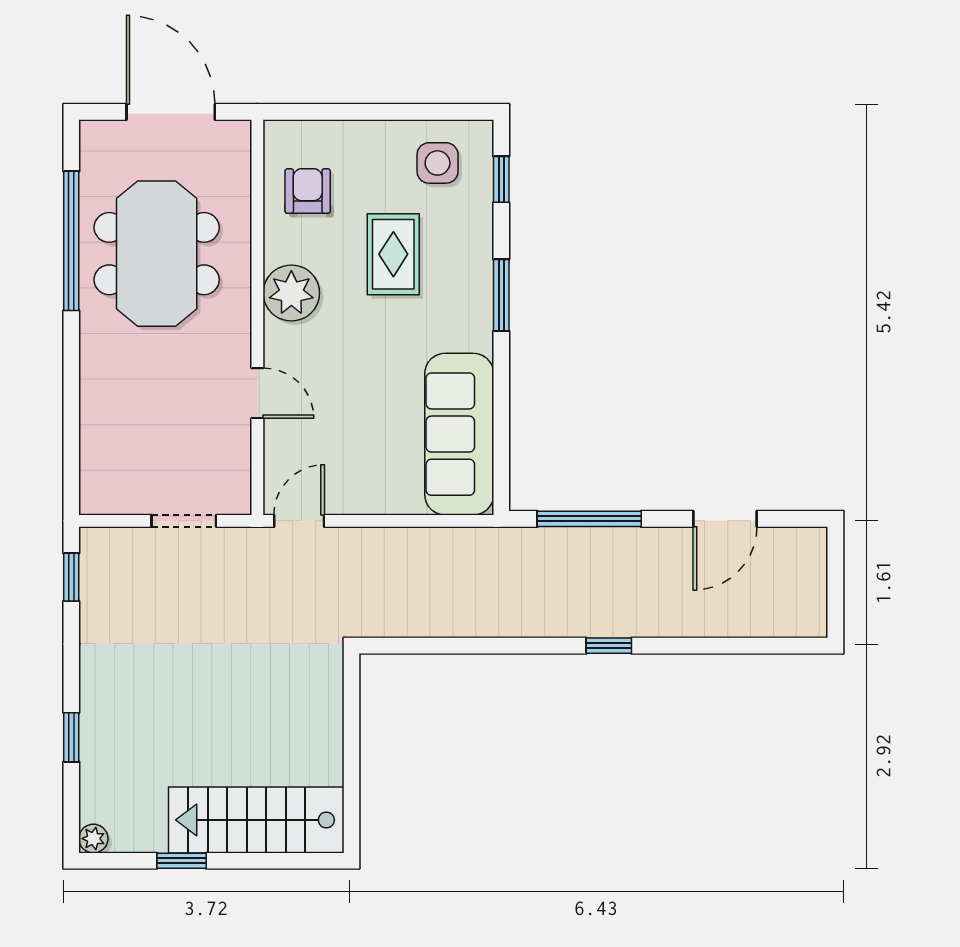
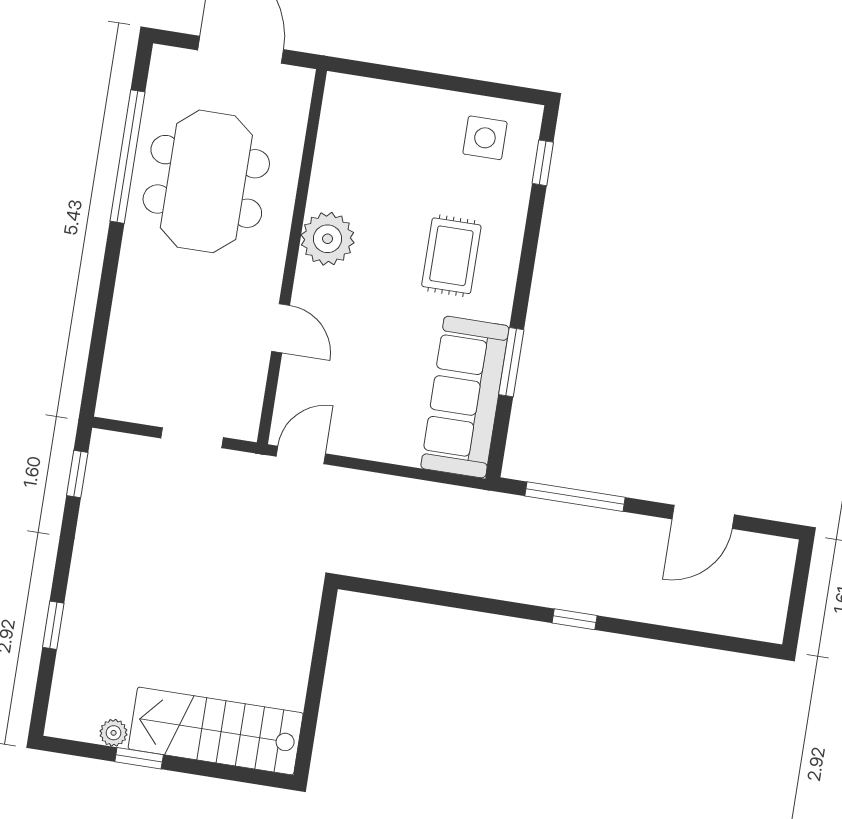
armchair: (308, 191) -> (358, 145), removed
rug: (393, 254) -> (451, 256), moved
window: (501, 295) -> (511, 362), moved
plant: (93, 839) -> (114, 733), moved

